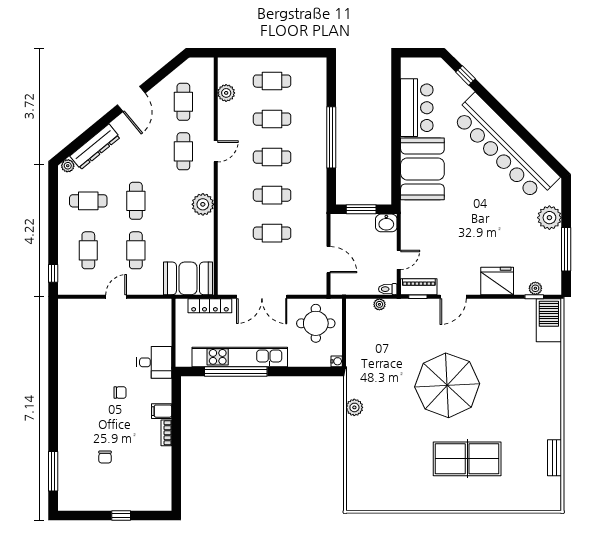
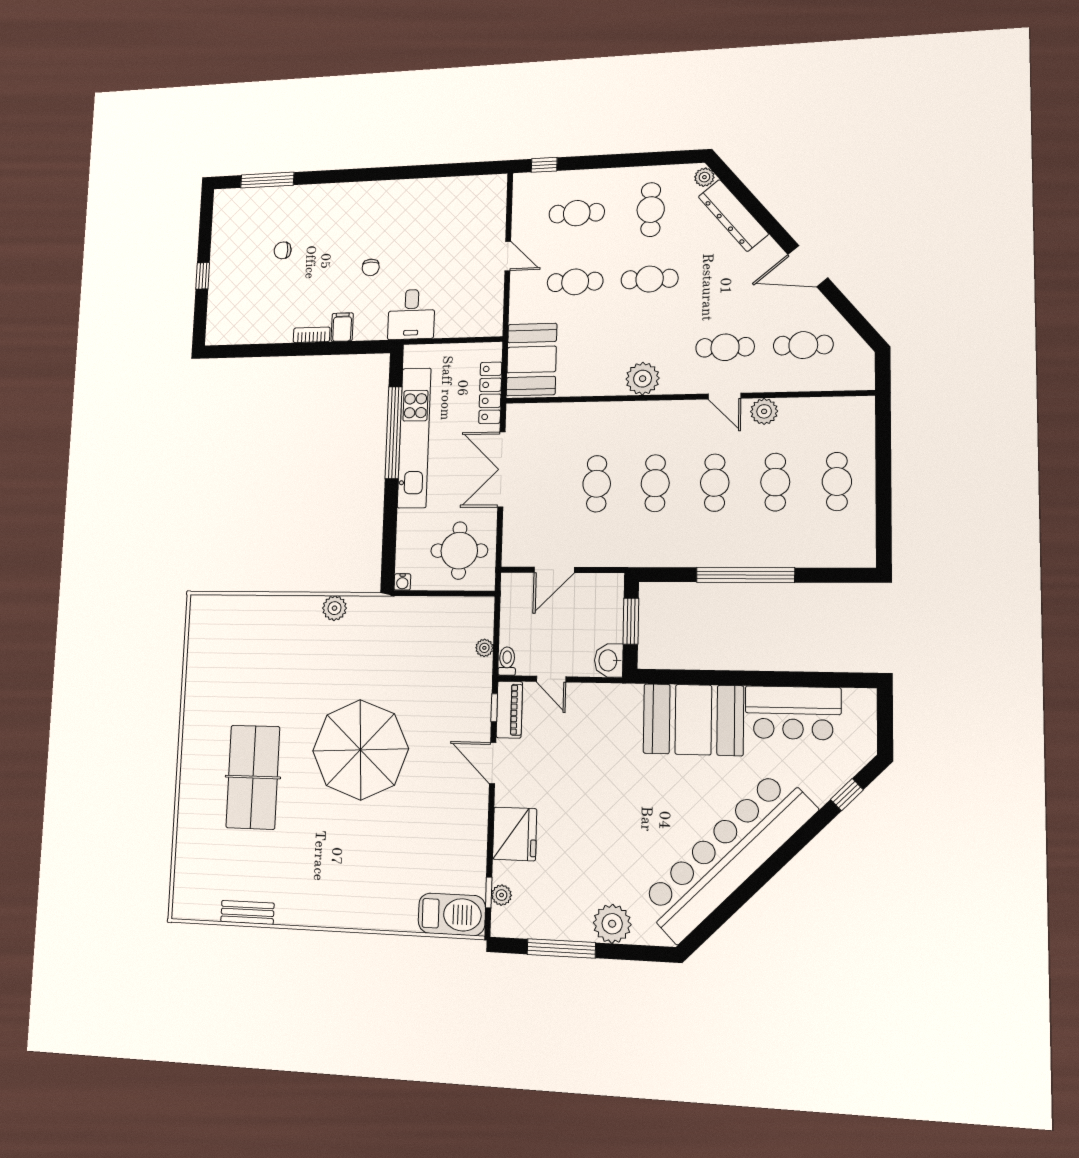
plant: (226, 93) -> (764, 411), moved

